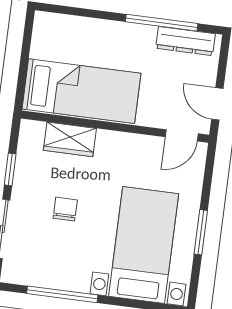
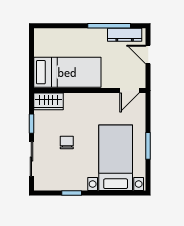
door: (217, 104) -> (148, 54), moved
wardrobe: (70, 139) -> (49, 101), moved
window: (62, 294) -> (72, 193), width x0.46

